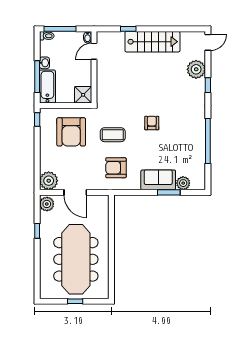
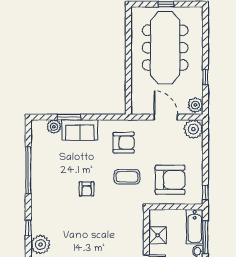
shower: (83, 95) -> (158, 235), moved
armchair: (71, 132) -> (170, 180), turned 90

